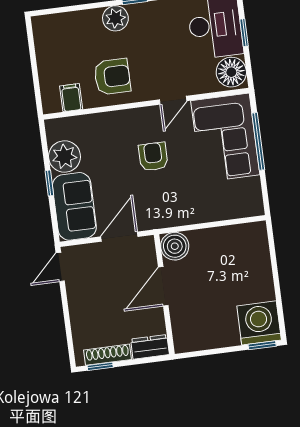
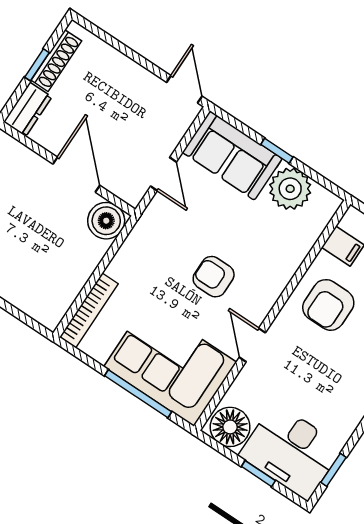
armchair: (153, 157) -> (214, 277), turned 180
bookcase: (235, 211) -> (89, 311), added
door: (119, 237) -> (163, 174), width x0.73
window: (100, 366) -> (37, 65), moved

